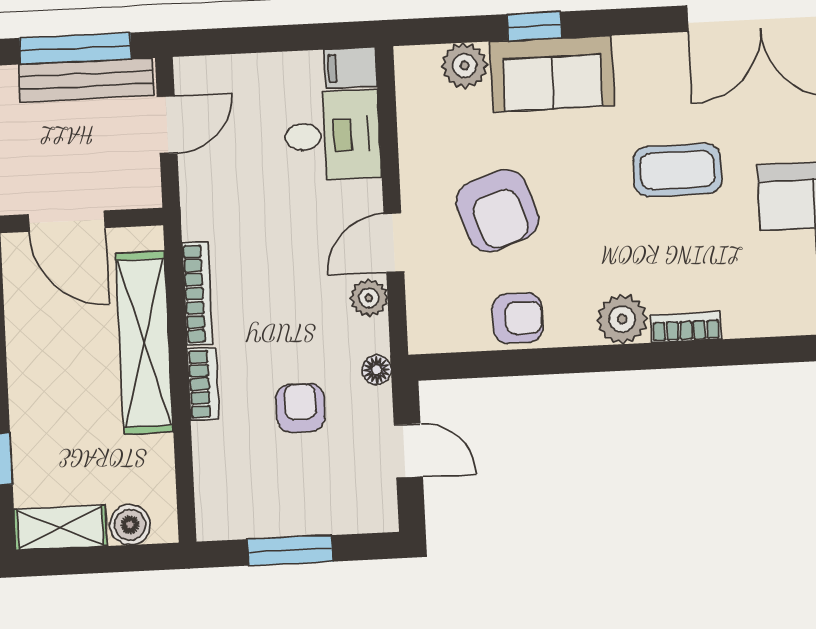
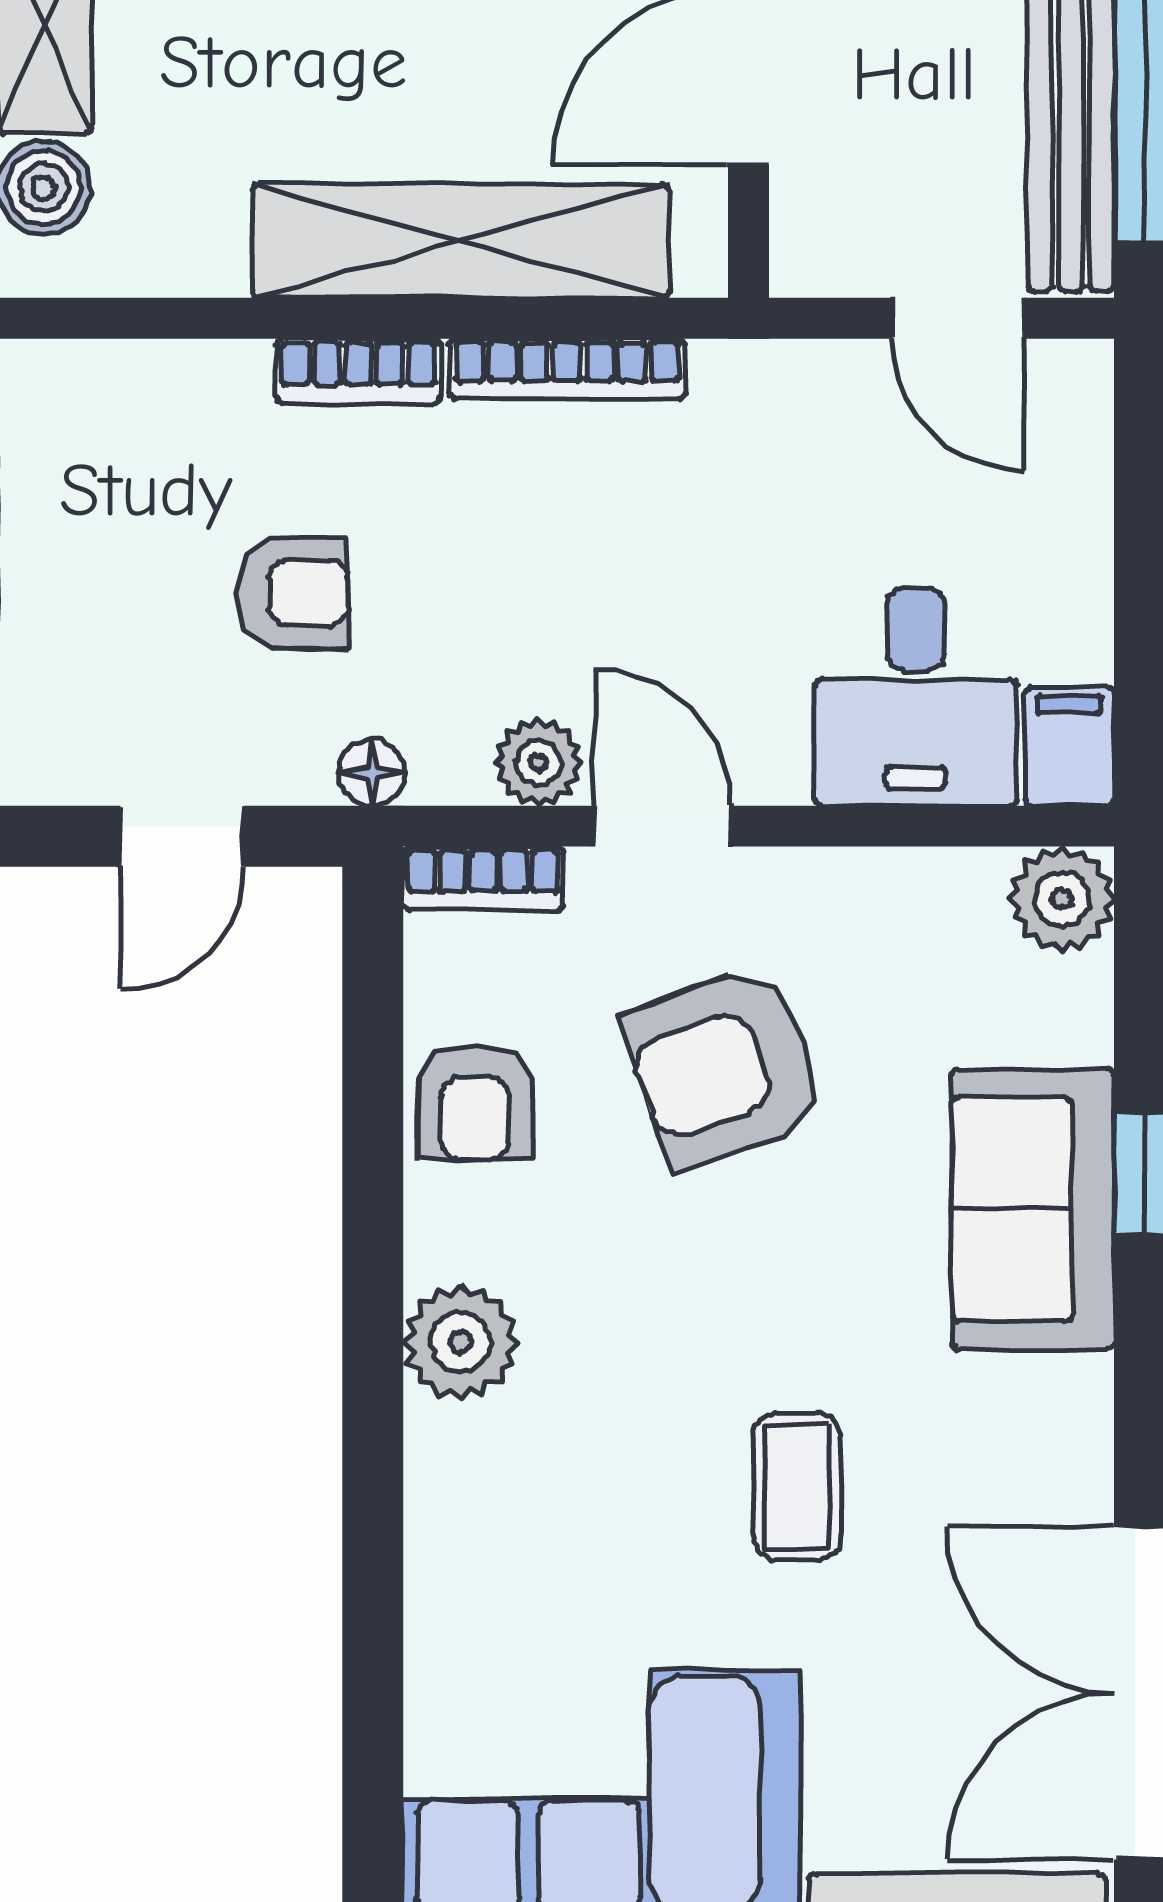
plant: (464, 66) -> (1062, 899), moved
coffee table: (677, 170) -> (797, 1486), width x0.73, depth x0.77
bookcase: (686, 327) -> (483, 878), moved, turned 90

